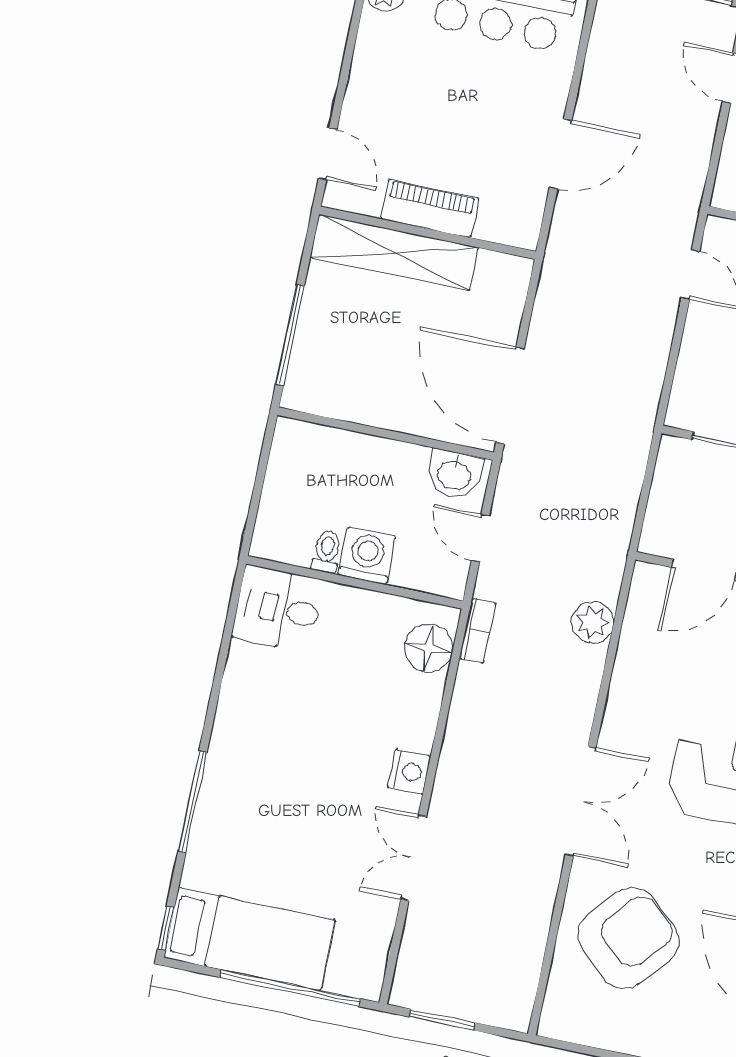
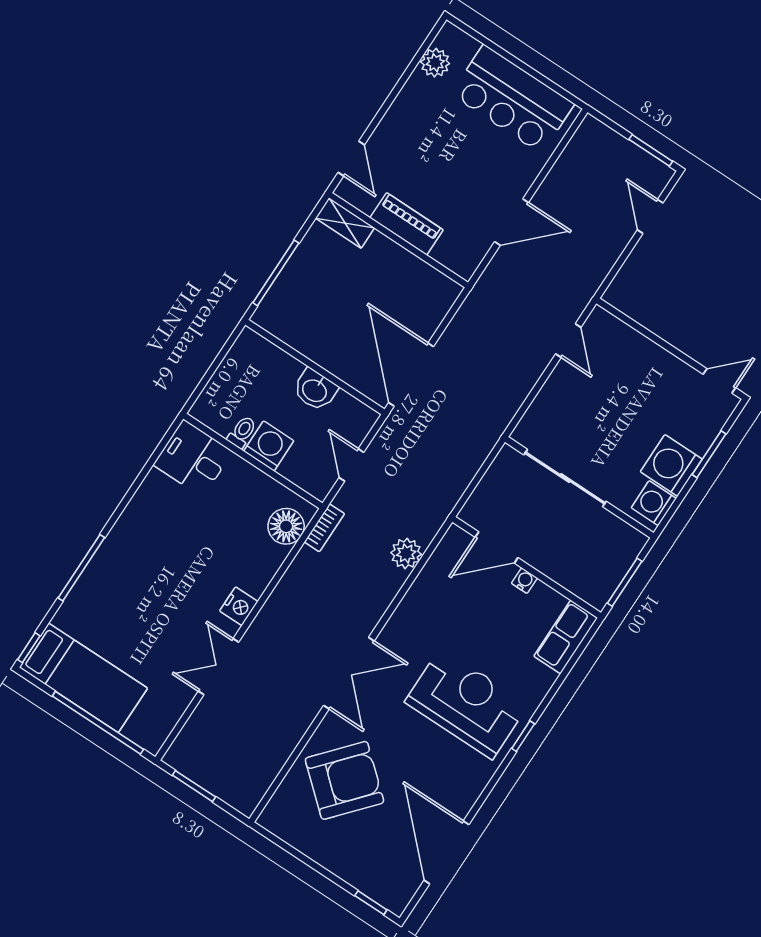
shelving: (394, 252) -> (345, 223), width x0.45, depth x0.75
washbasin: (454, 474) -> (315, 390), moved

